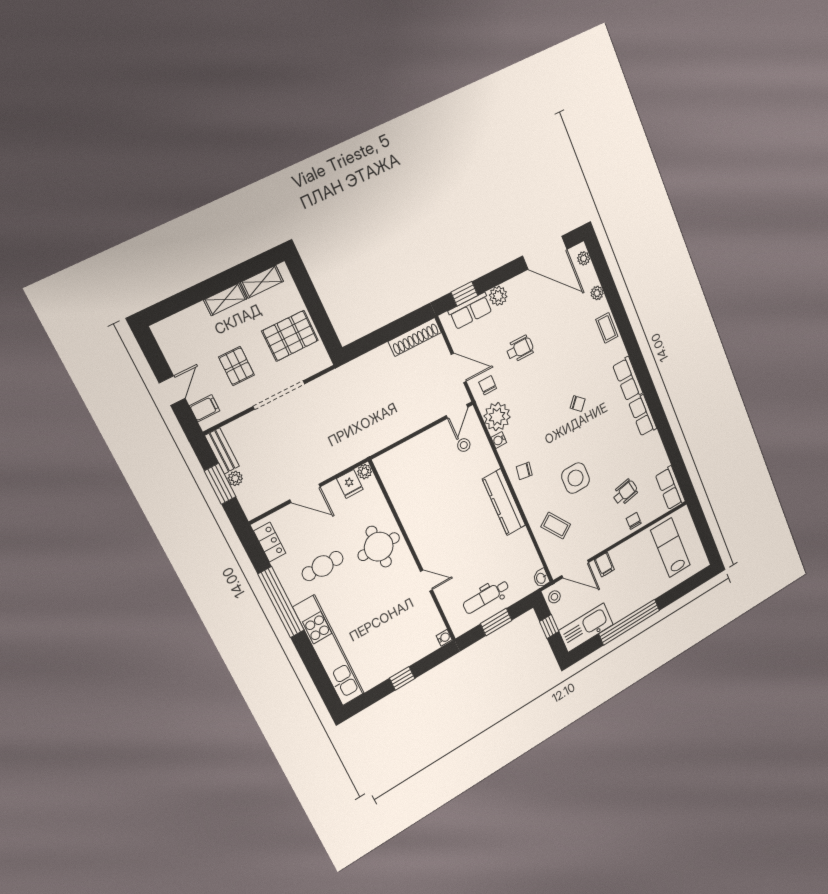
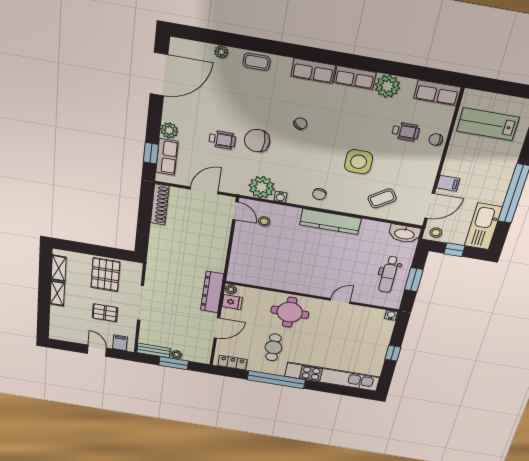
plant: (584, 258) -> (387, 86), moved, width x1.88, depth x1.88
wheelchair: (520, 349) -> (222, 140), turned 90
chair: (488, 385) -> (257, 141), moved, width x1.87, depth x1.87
dresser: (348, 456) -> (212, 292), added
wheelchair: (625, 492) -> (406, 132), turned 101
washbasin: (541, 578) -> (404, 234), width x1.91, depth x1.45

